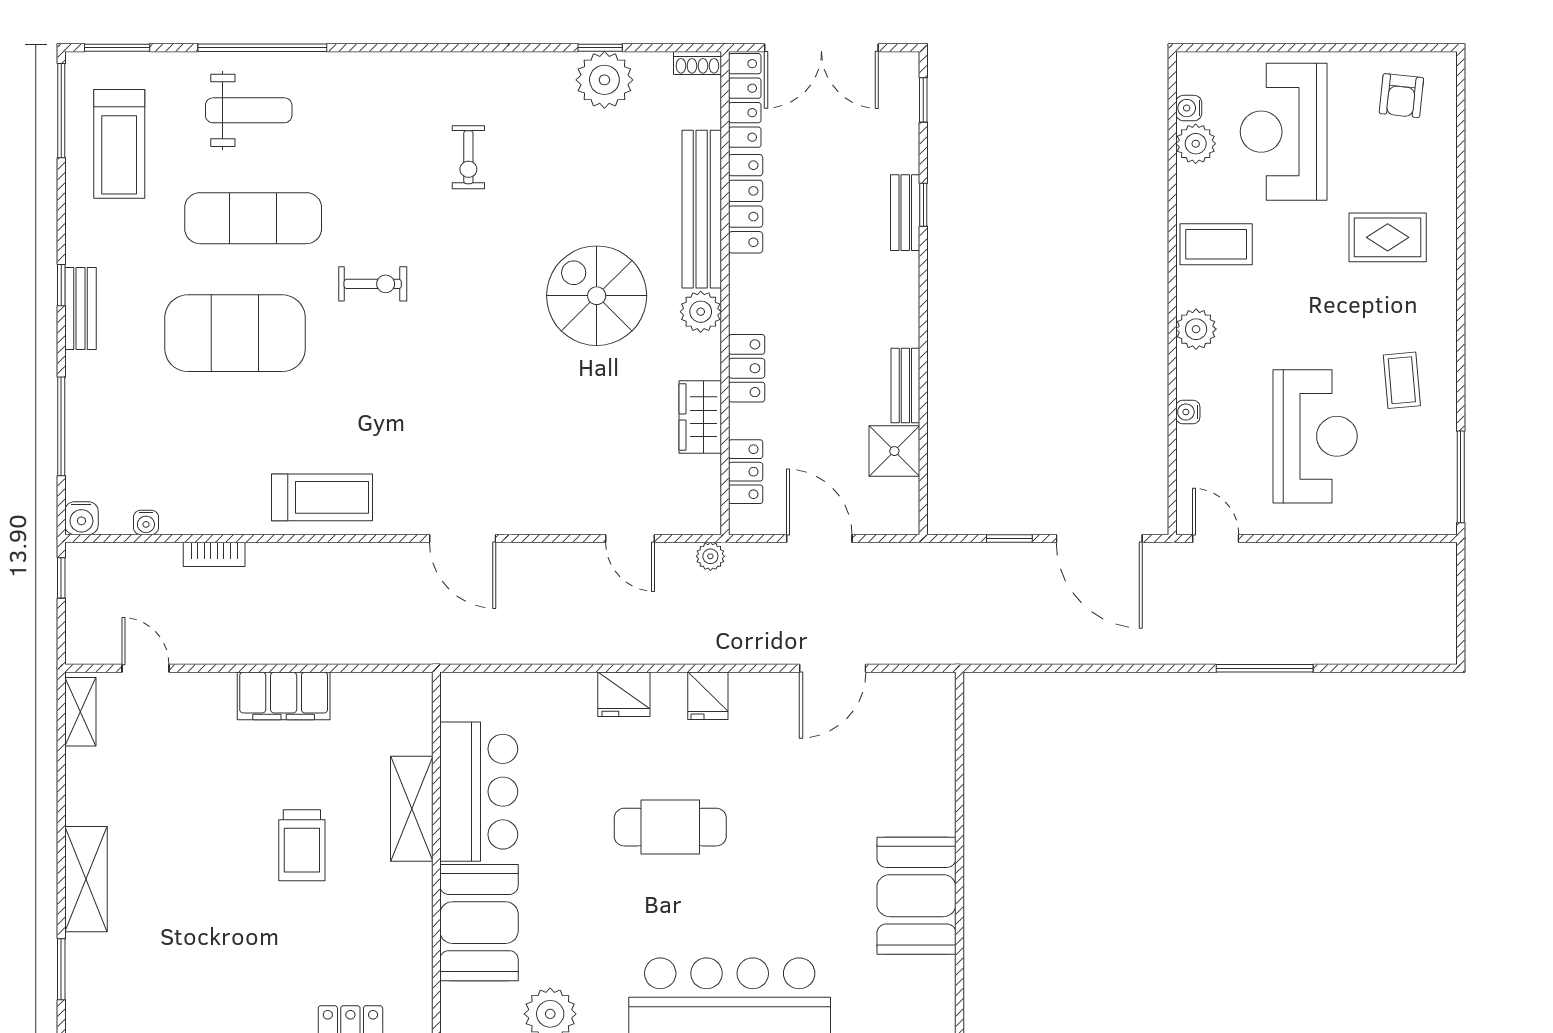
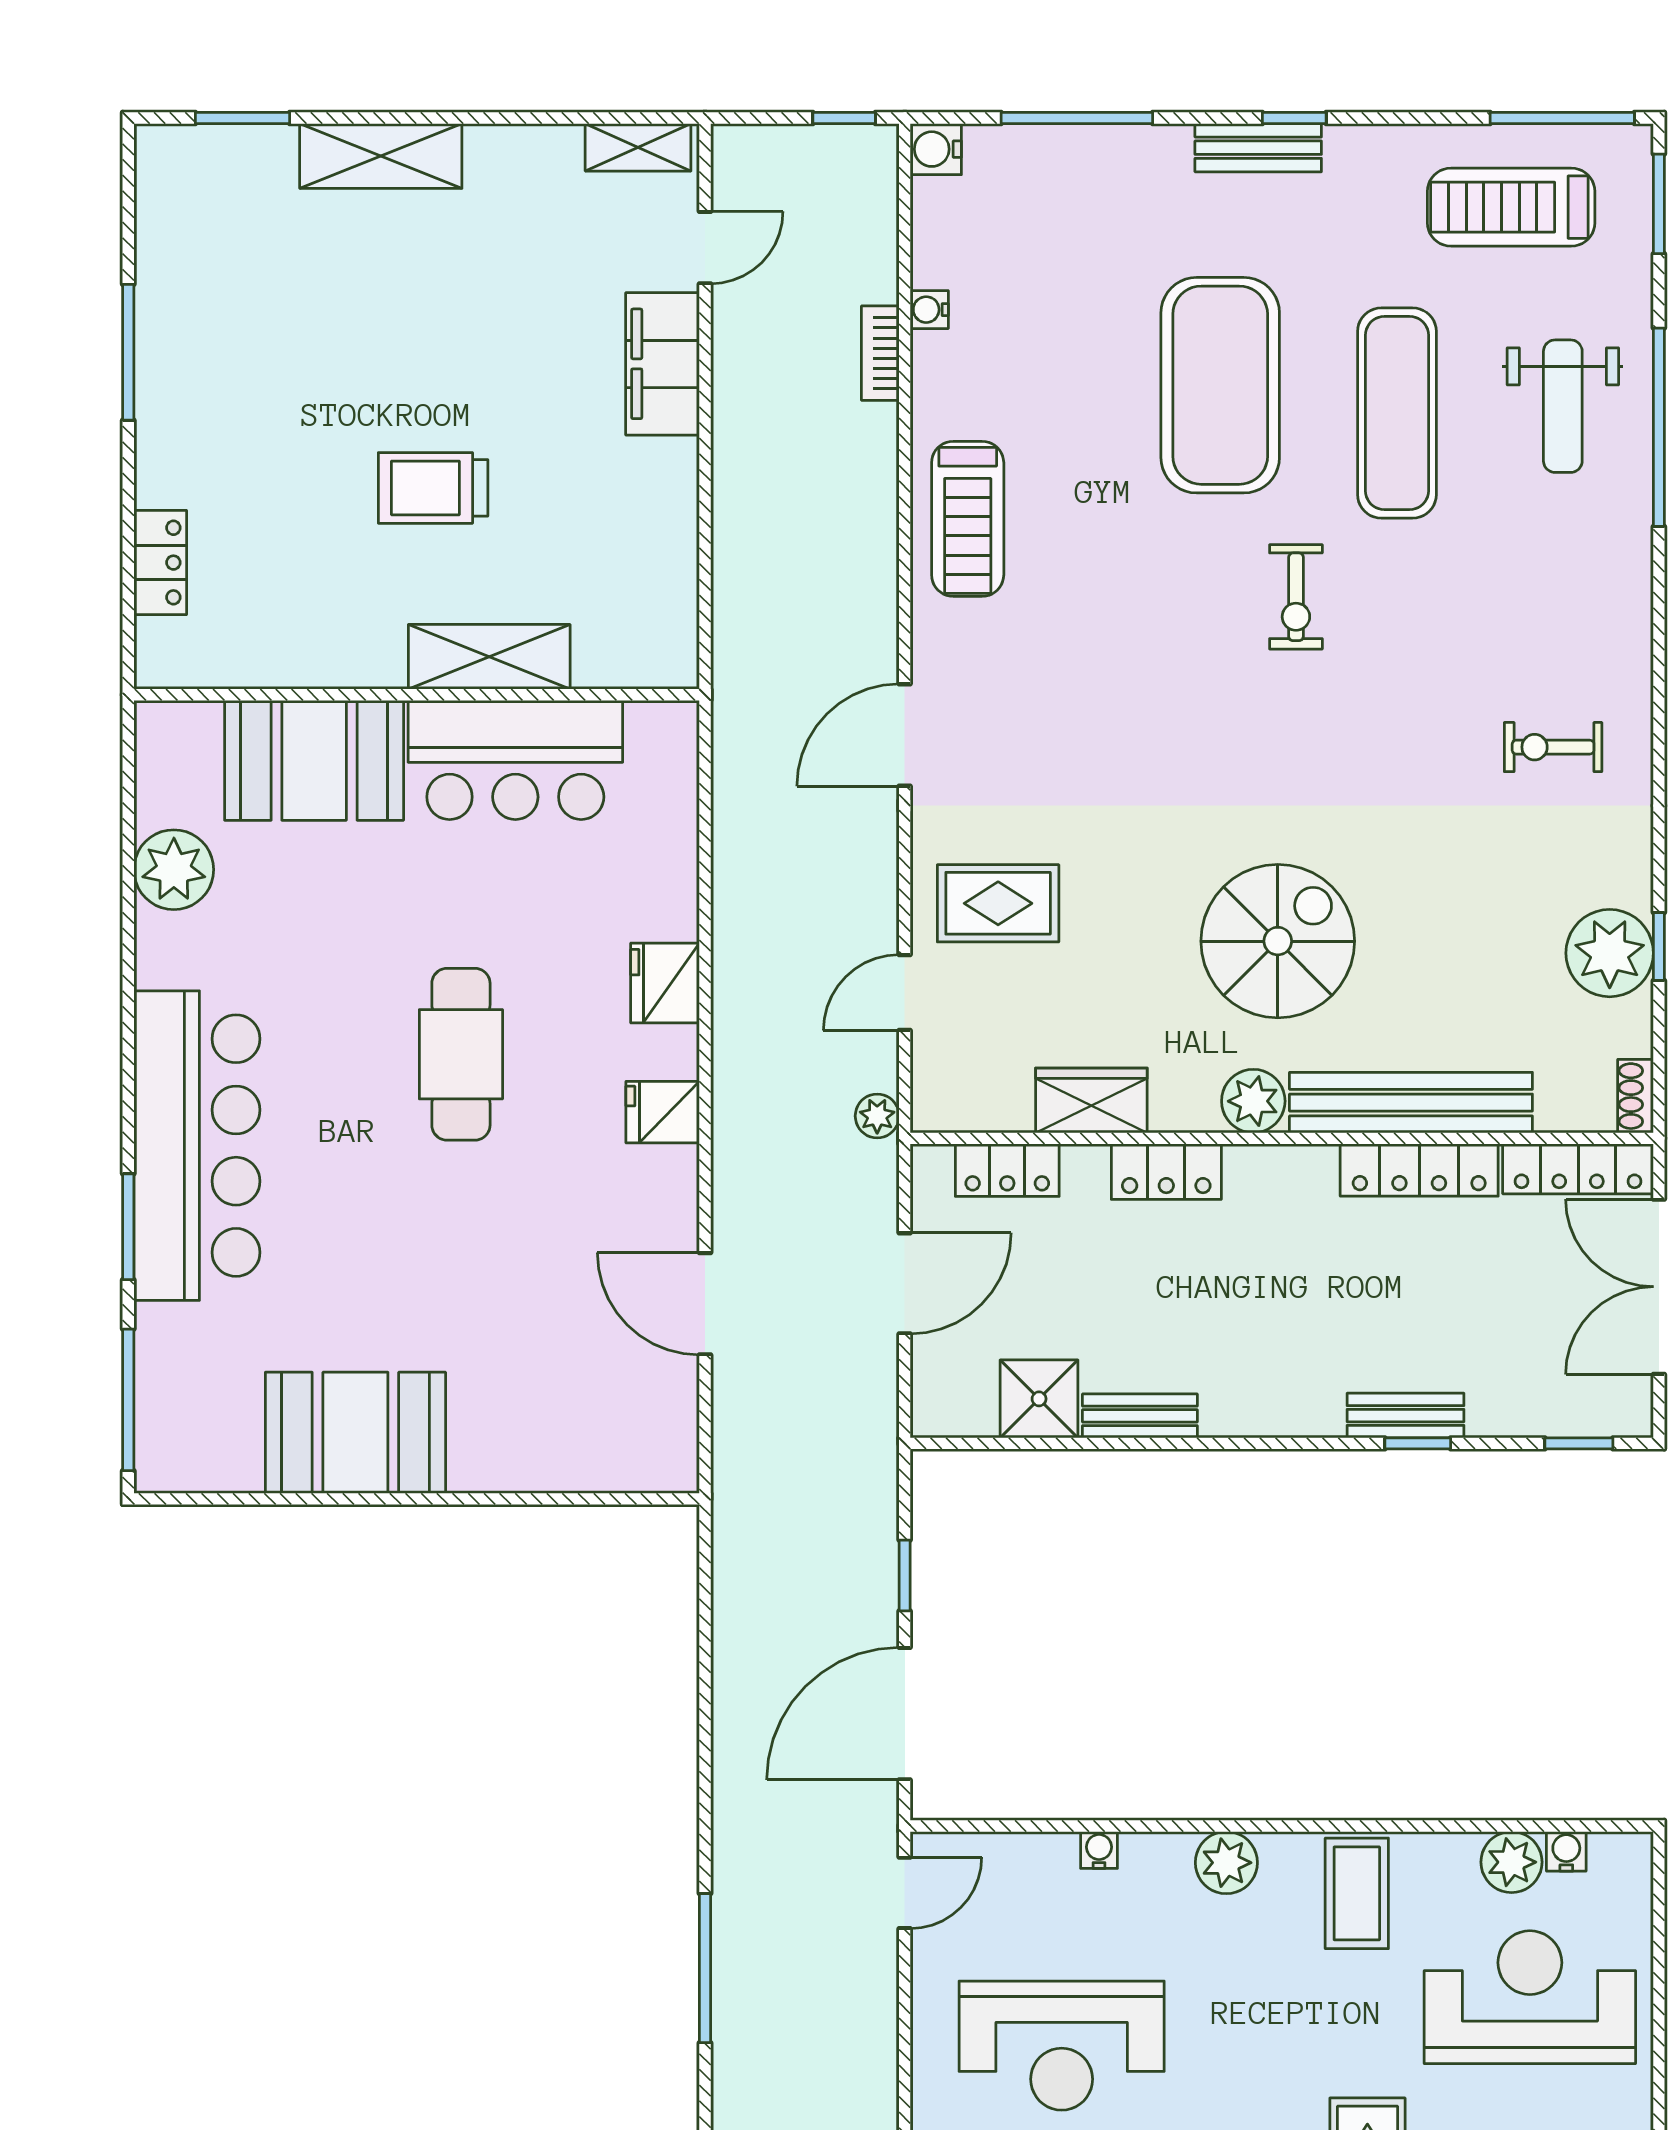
exercise bike: (468, 157) -> (1553, 747), moved
rug: (572, 478) -> (998, 903), added
water cooler: (146, 522) -> (929, 310), moved
filing cabinet: (284, 696) -> (663, 364), moved

